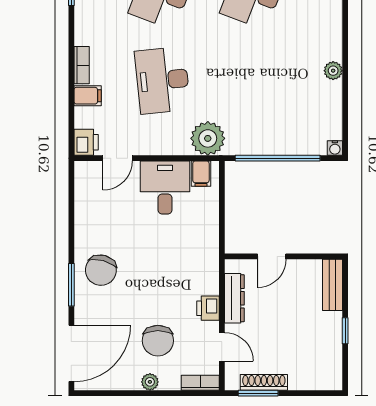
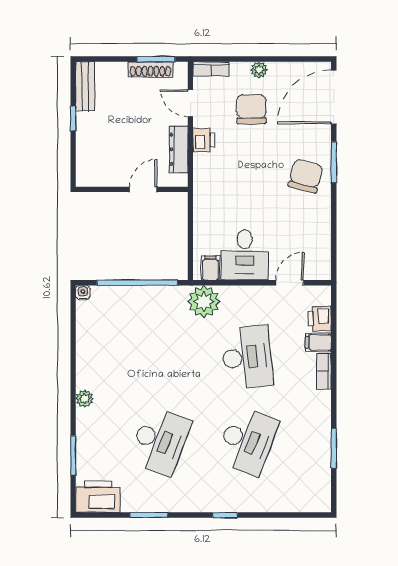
plant: (333, 71) -> (85, 399), moved
printer: (86, 142) -> (320, 318), moved
bench: (332, 285) -> (85, 86), moved

